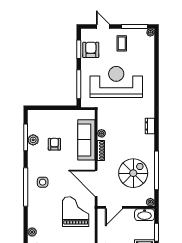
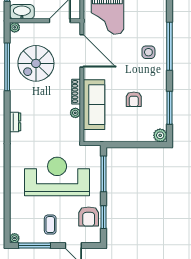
reception desk: (116, 82) -> (57, 177), turned 180
plant: (33, 140) -> (160, 135), moved

